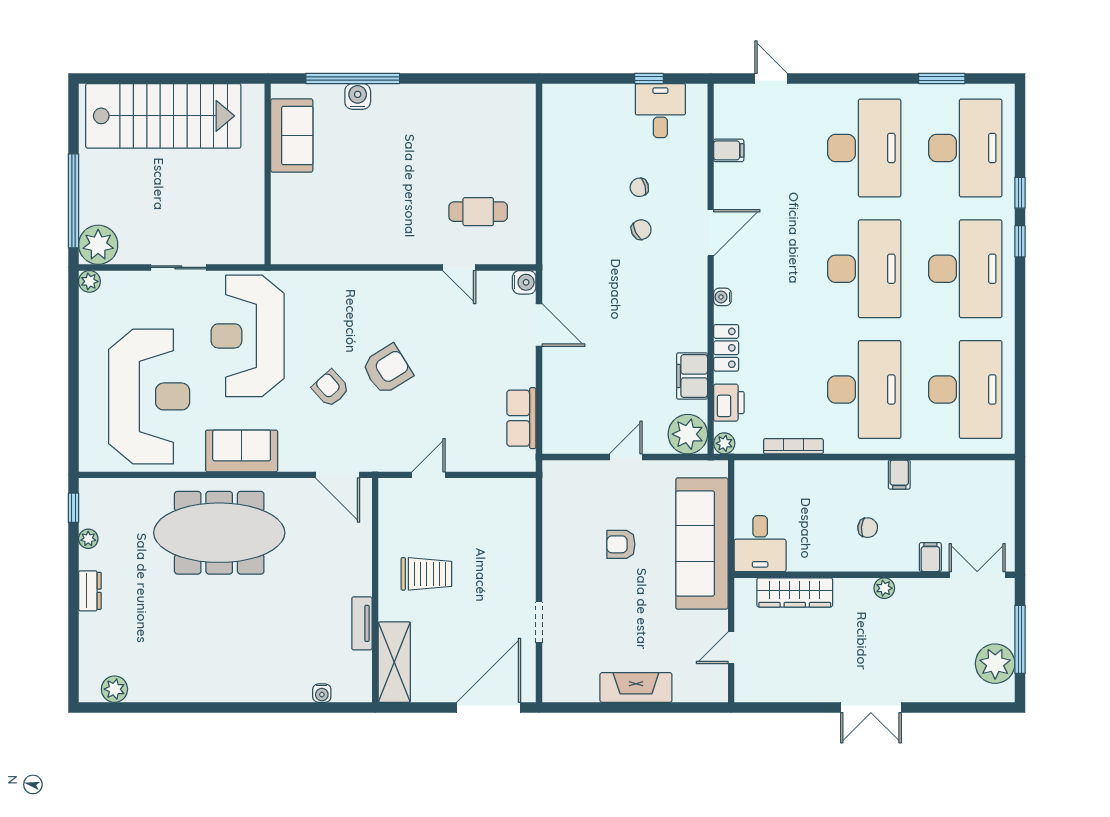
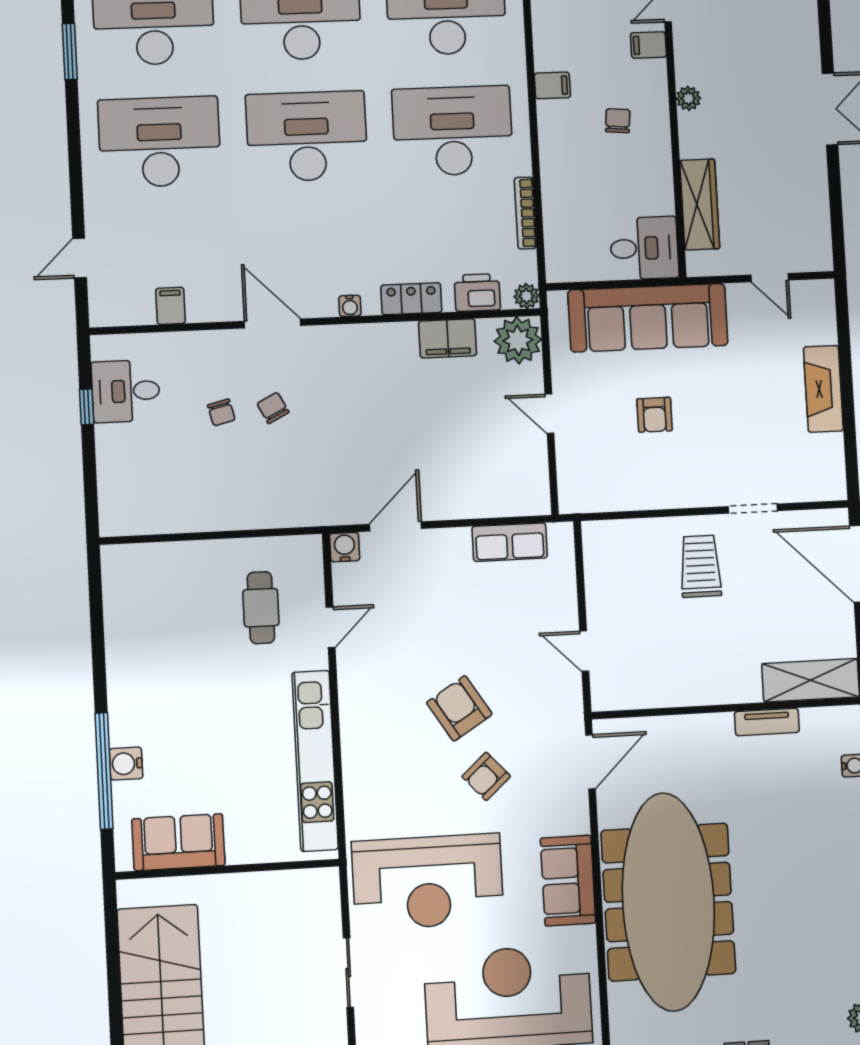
kitchen unit: (351, 249) -> (315, 761), added
meeting table: (219, 533) -> (668, 902), width x1.36, depth x1.27
trolley: (426, 574) -> (700, 566), moved

